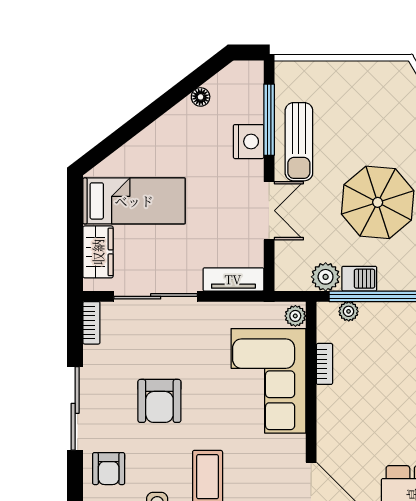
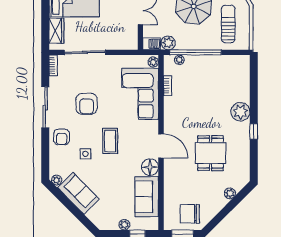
tv unit: (233, 279) -> (123, 44), removed
barbecue: (359, 279) -> (152, 44), moved

